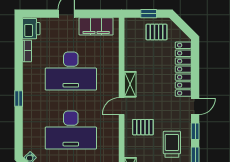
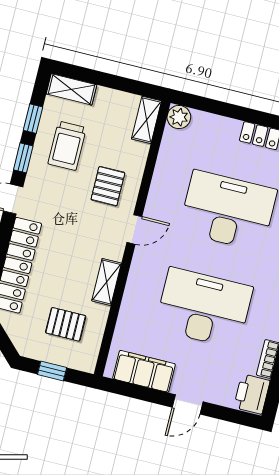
pallet: (157, 32) -> (66, 324), moved
shelving: (130, 84) -> (107, 282), moved
pallet: (143, 127) -> (108, 186), turned 90

